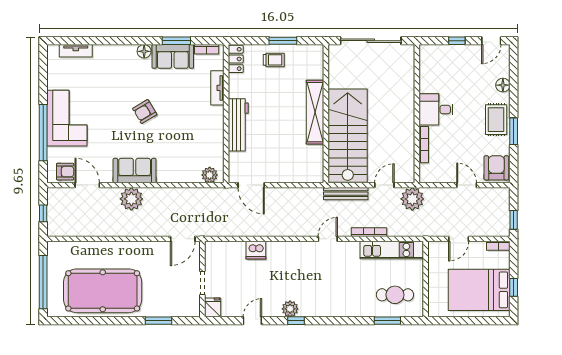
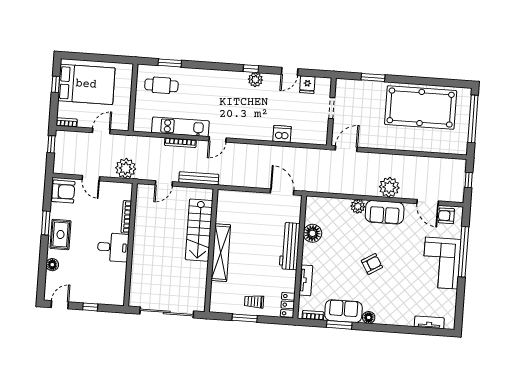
stairs: (348, 136) -> (199, 230), width x0.73, depth x0.66
floor lamp: (214, 141) -> (312, 233), added
armchair: (496, 168) -> (63, 192), turned -90
plant: (210, 175) -> (358, 206), moved
plant: (412, 199) -> (126, 168), moved
kitchen unit: (392, 250) -> (180, 127), moved
fridge: (213, 307) -> (307, 85), moved

